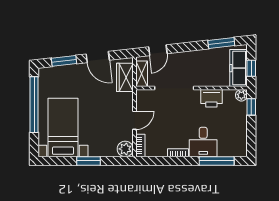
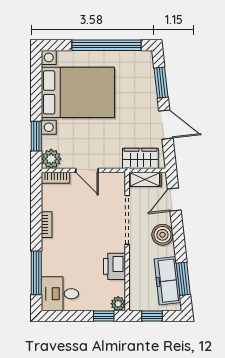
door: (158, 50) -> (174, 200), hinge flipped
door: (98, 57) -> (166, 125), swing flipped
boiler: (186, 60) -> (162, 235), added
freezer: (239, 68) -> (167, 281), moved, turned -96
bed with nightstands: (63, 128) -> (78, 92), width x1.36
desk: (203, 142) -> (60, 294), moved
window: (89, 161) -> (36, 136), moved

